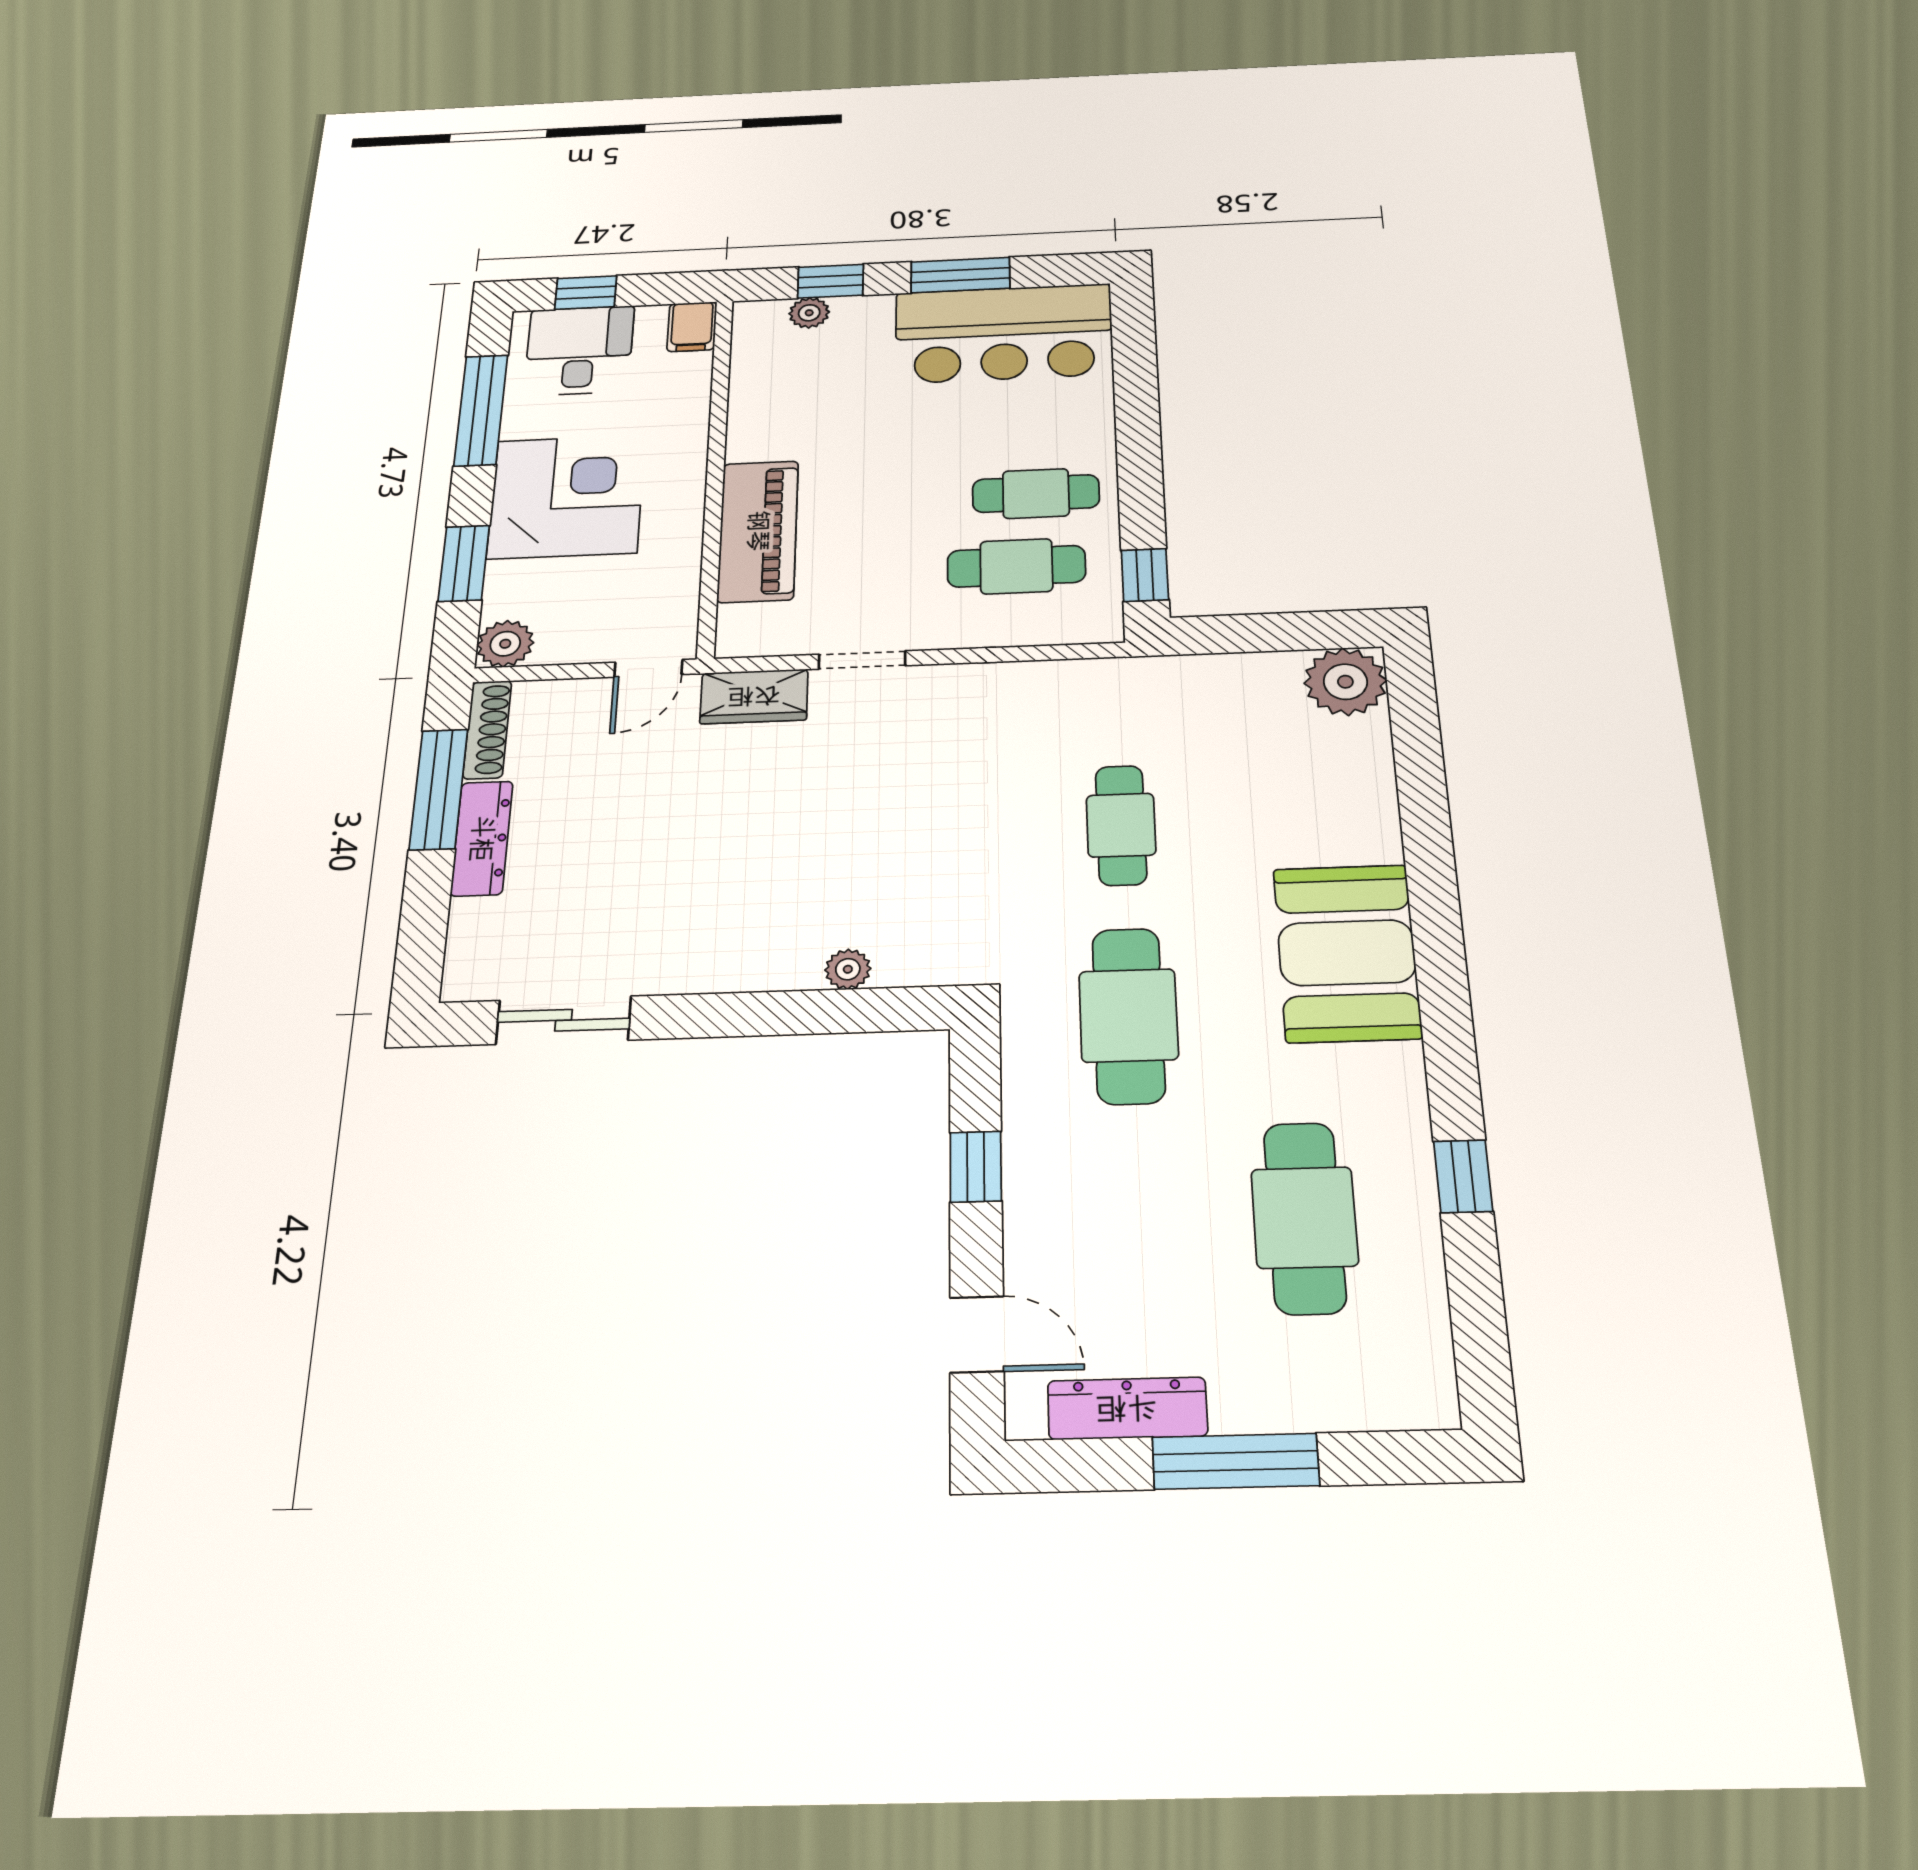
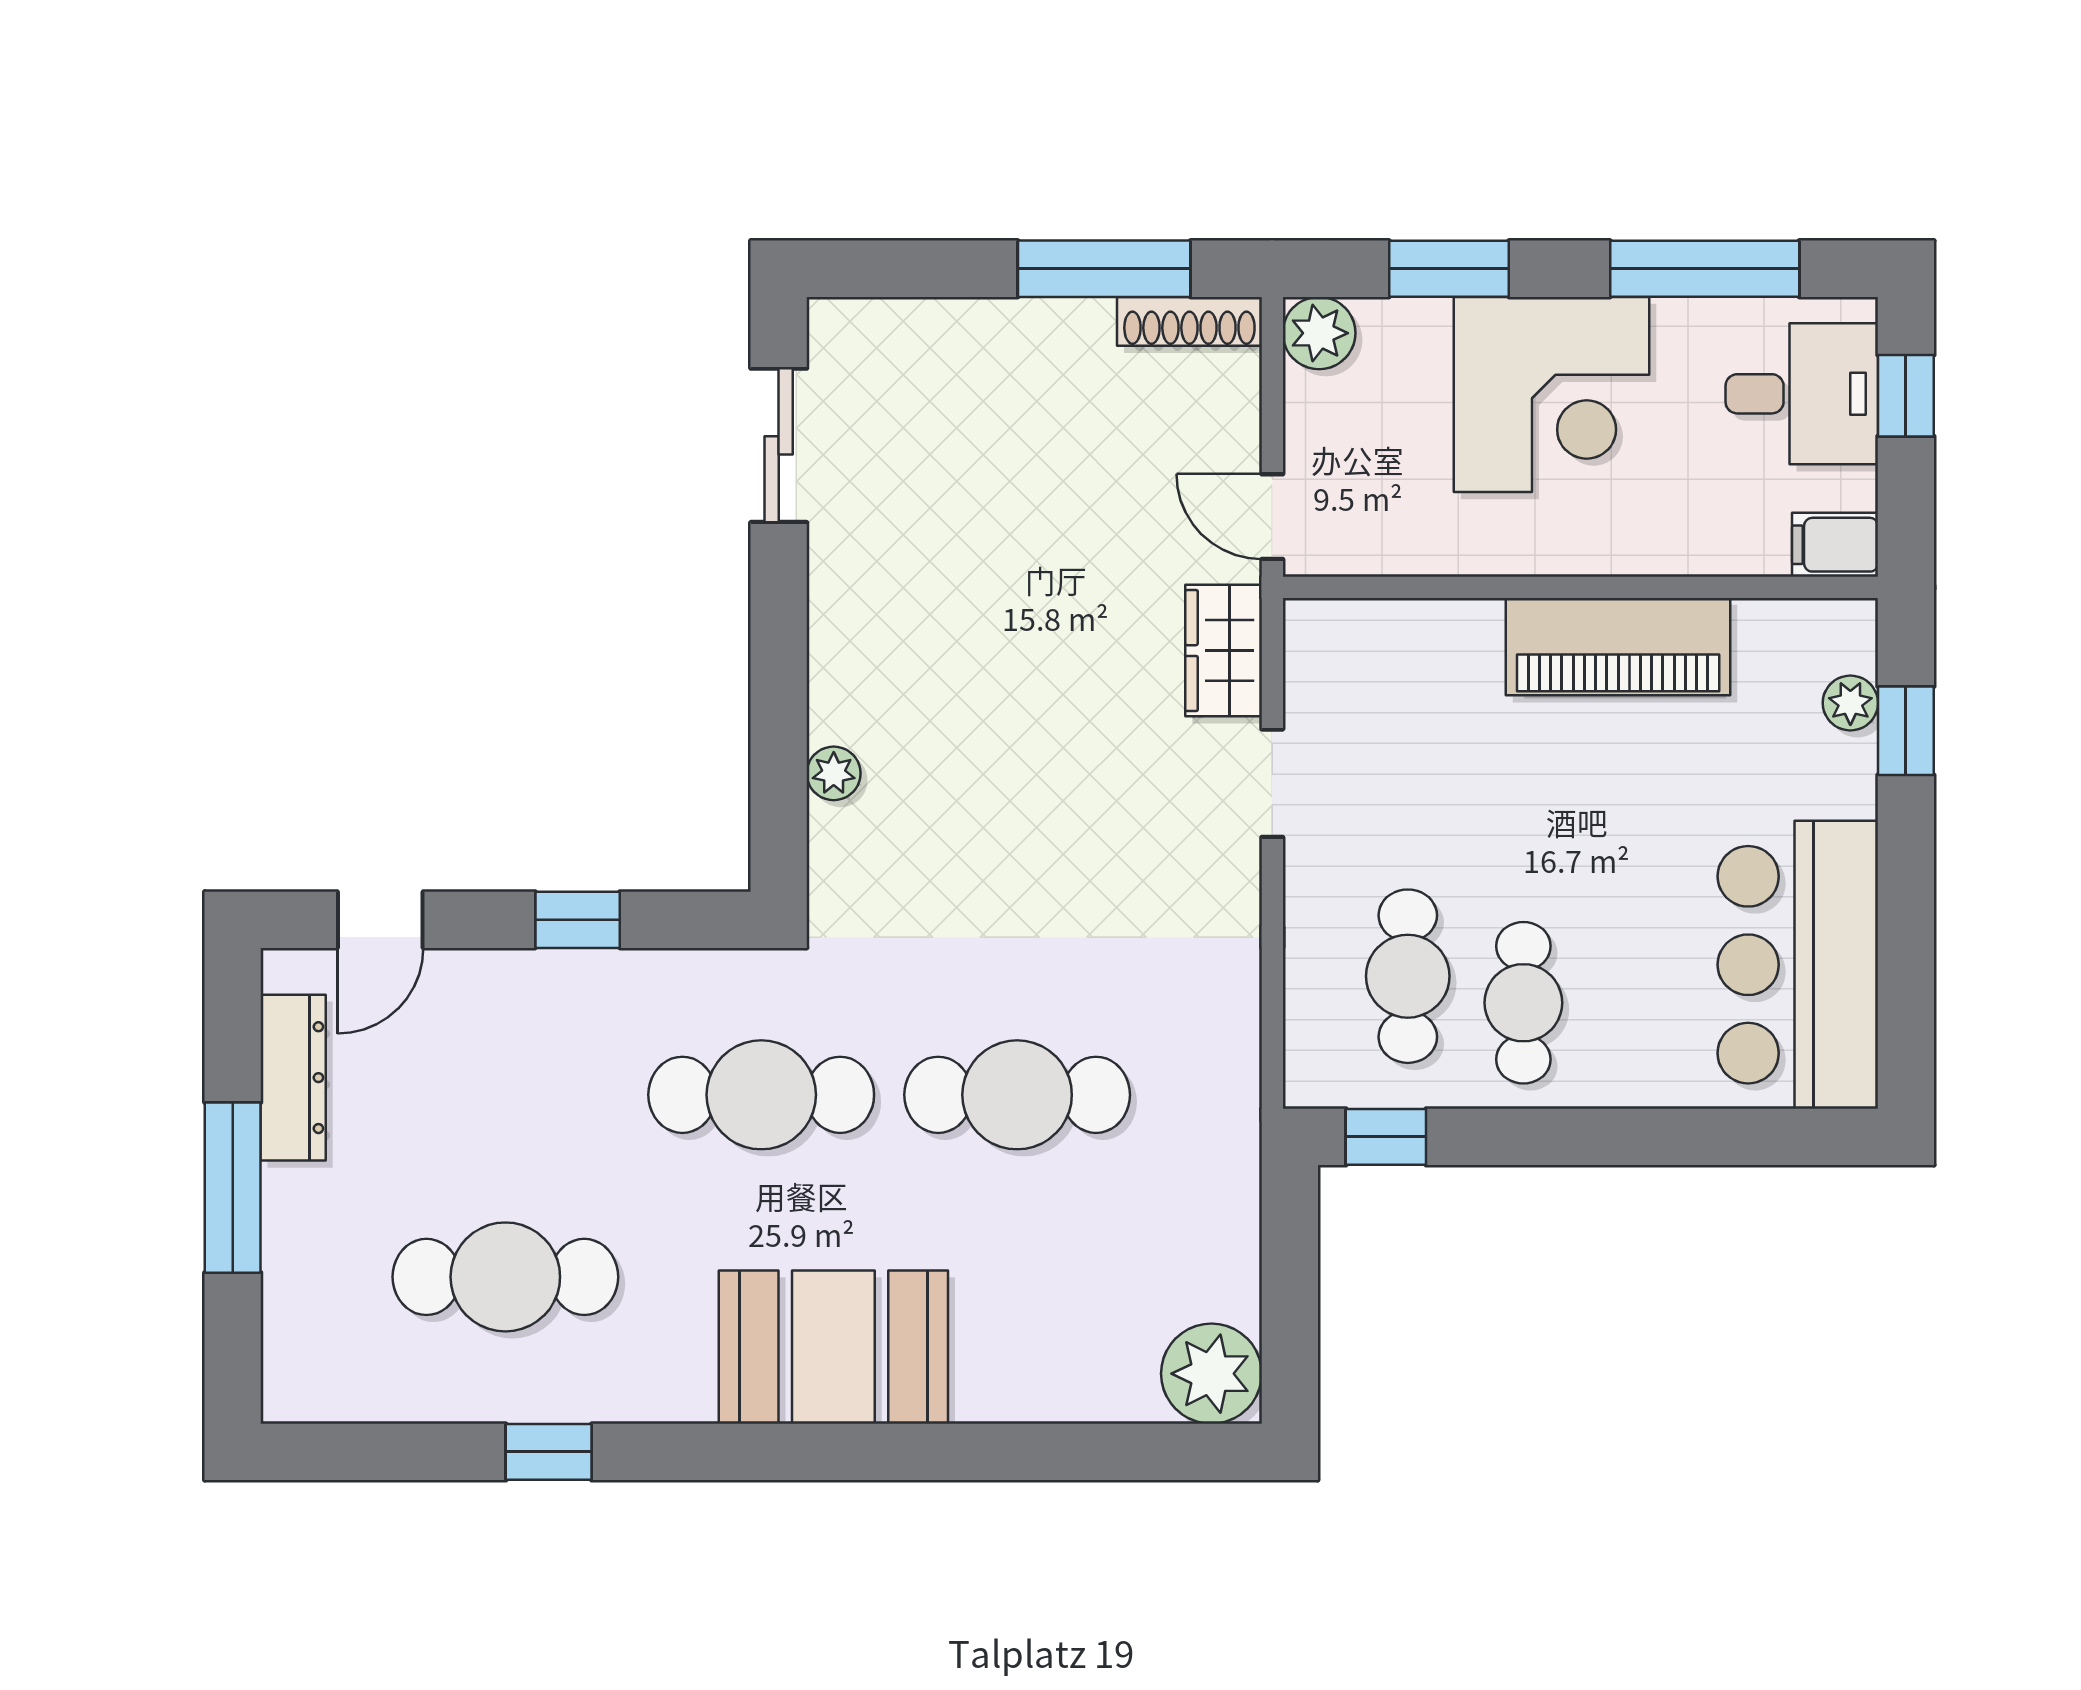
window: (960, 275) -> (1906, 907), removed
piano: (758, 531) -> (1618, 647), moved
cafe table: (1121, 825) -> (1017, 1095), width x1.37, depth x1.35
dresser: (482, 838) -> (1031, 328), removed

